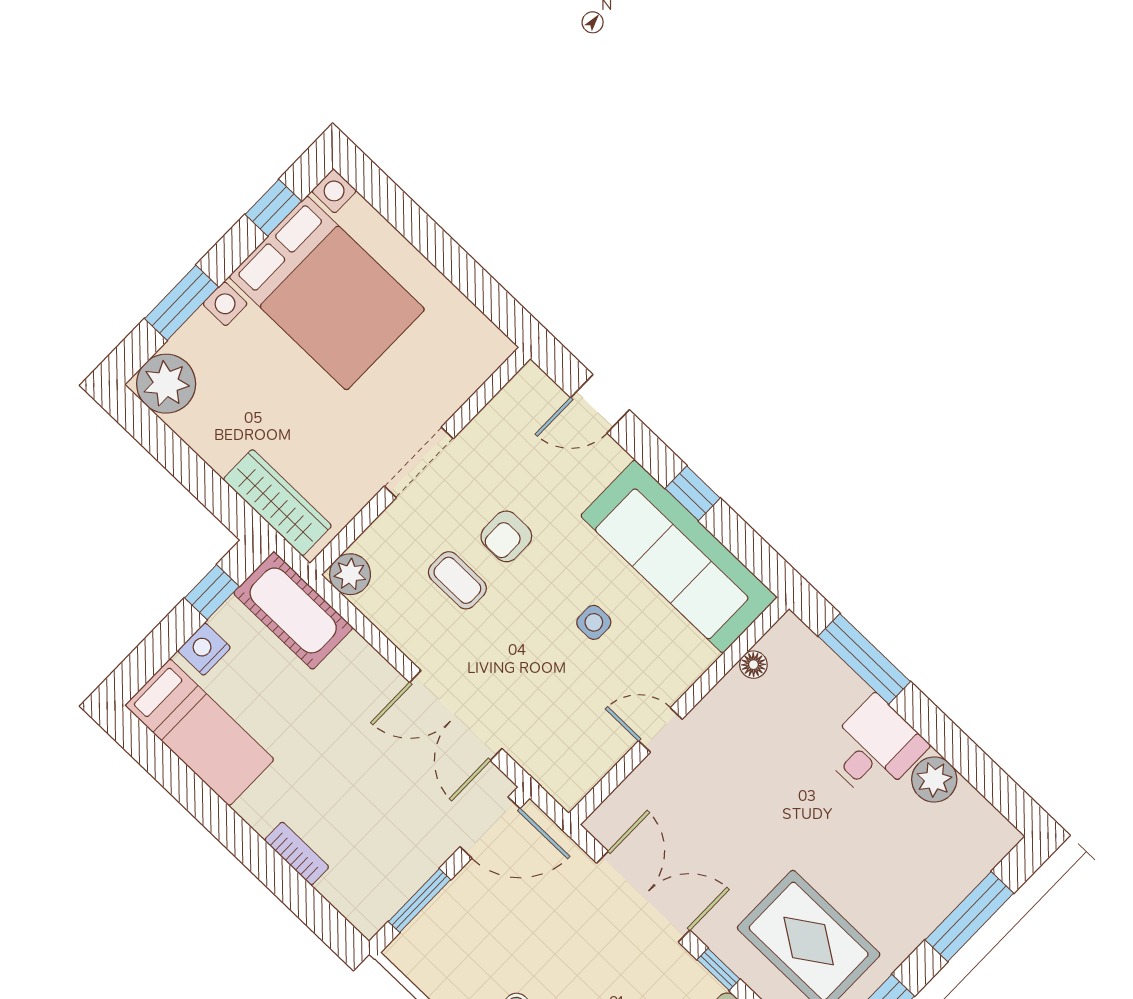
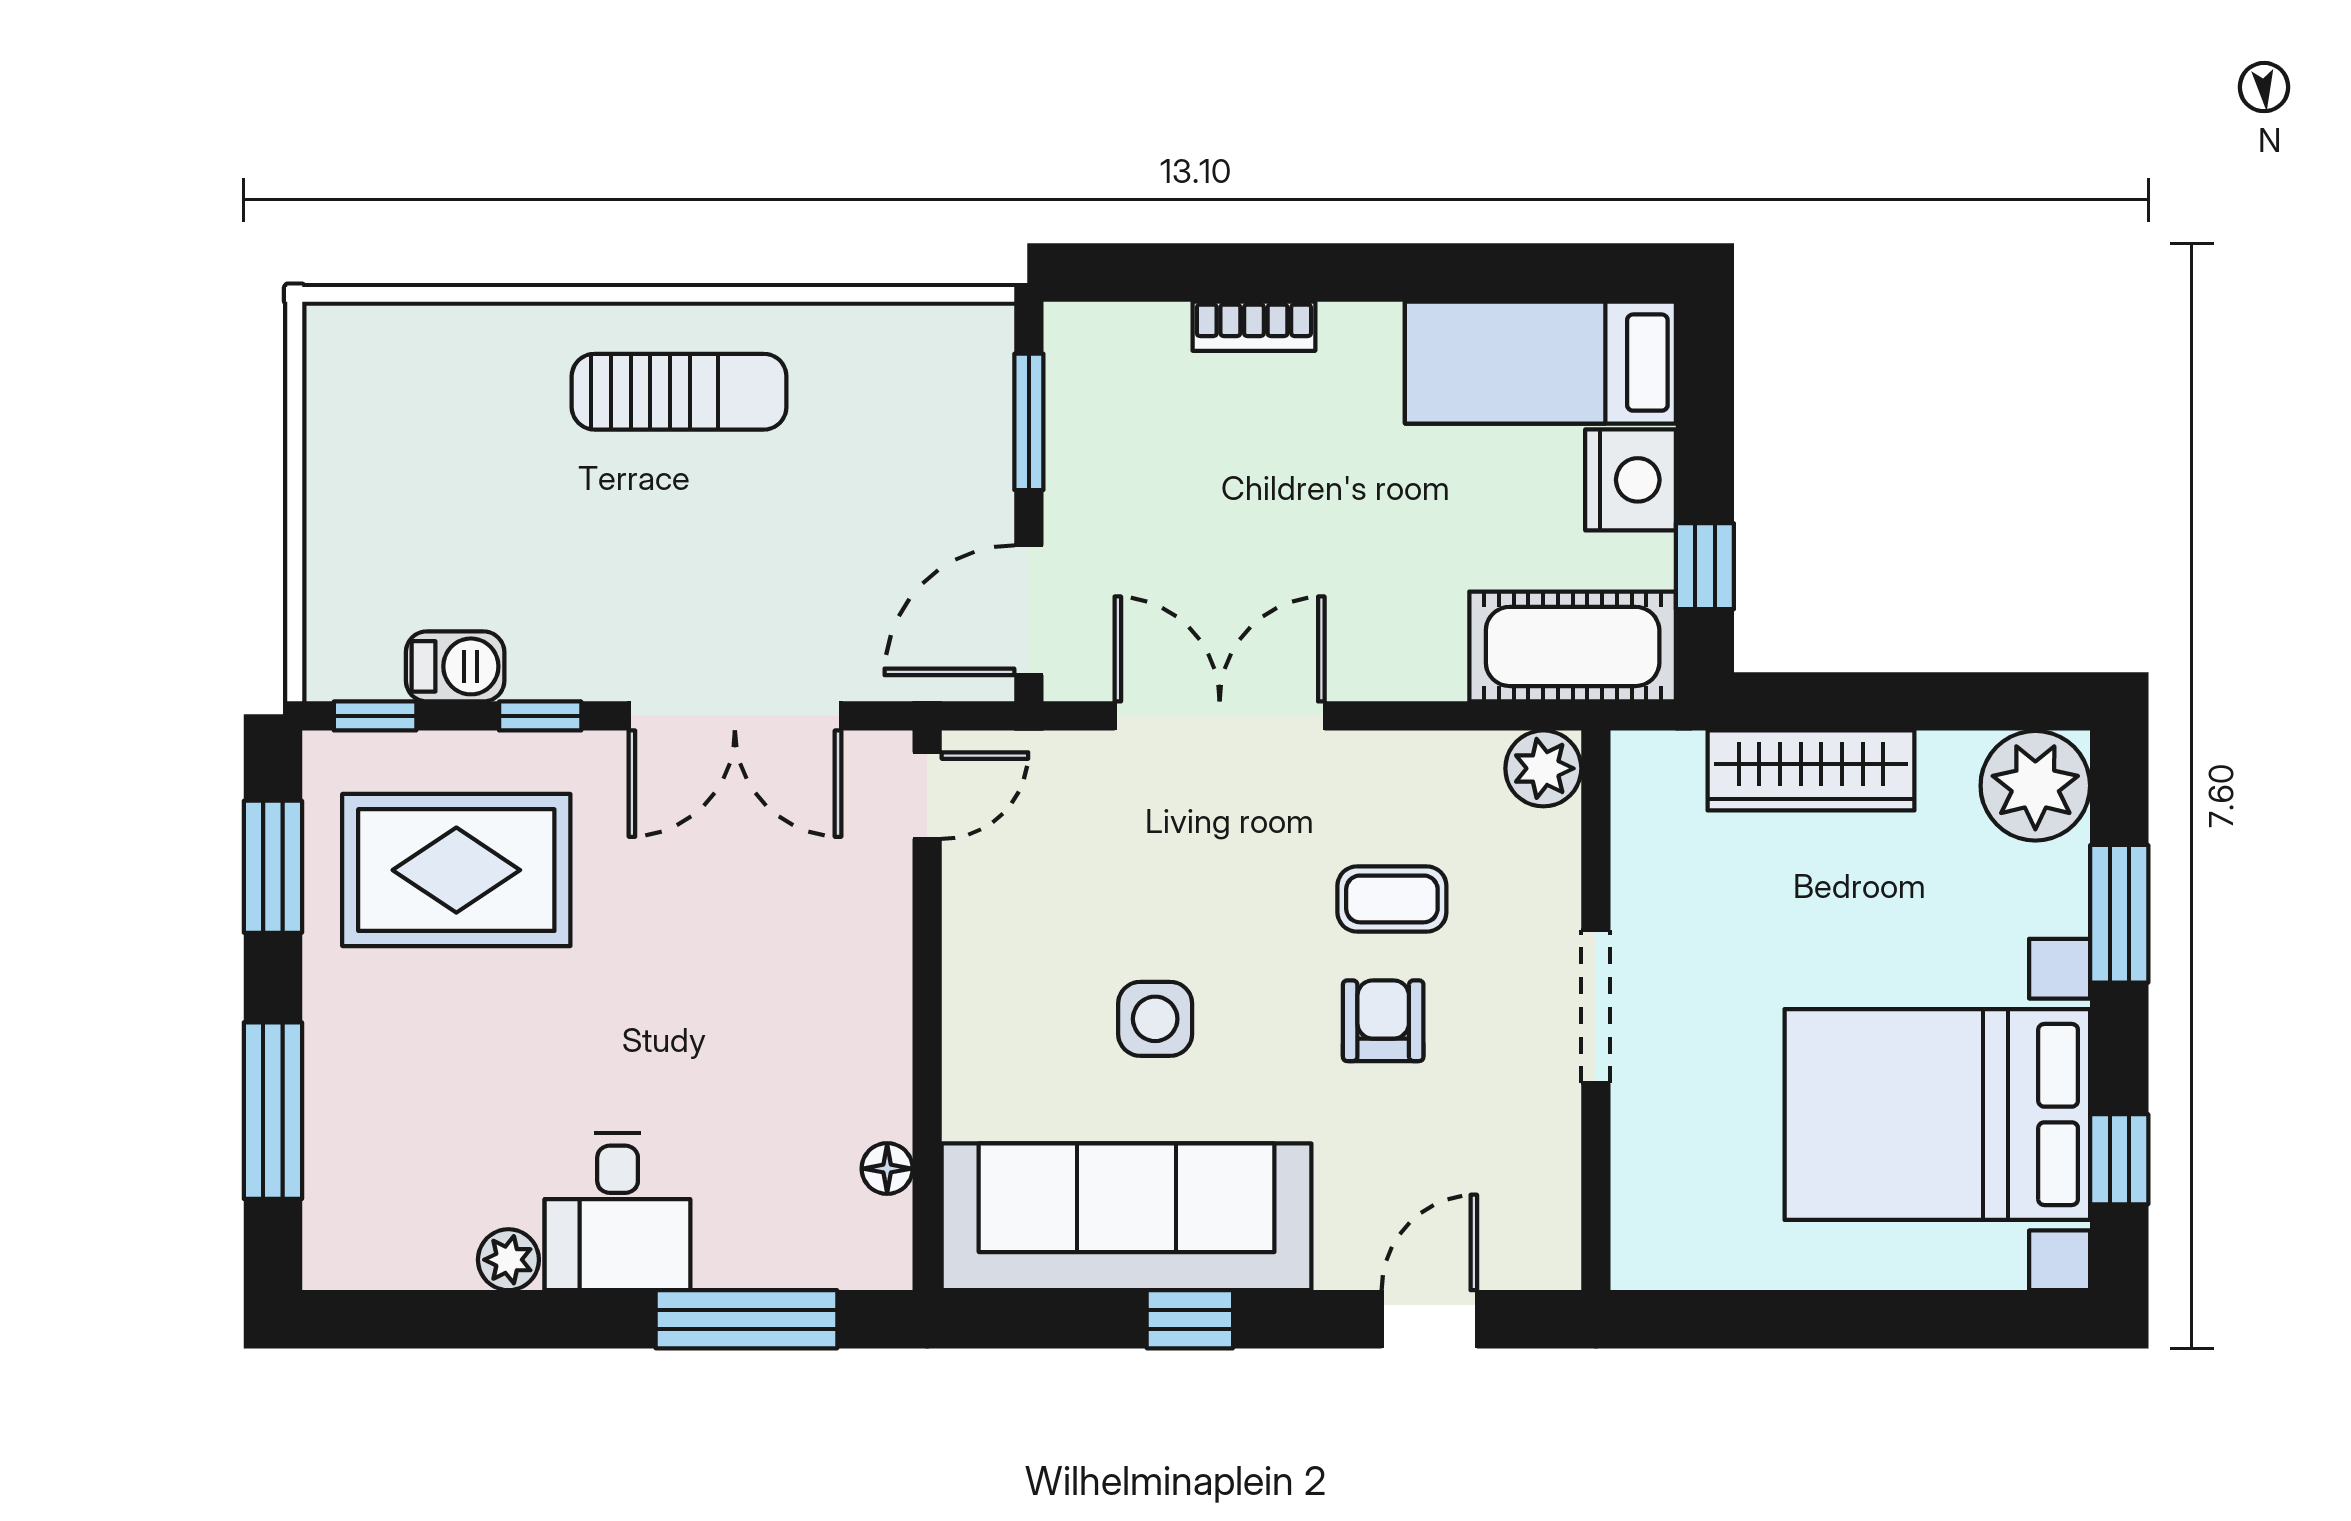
wardrobe: (277, 503) -> (1811, 770), moved
side table: (594, 622) -> (1155, 1019), width x1.37, depth x1.37
nightstand: (204, 649) -> (1630, 480), width x1.36, depth x1.33
door: (660, 730) -> (927, 796), moved
plant: (934, 780) -> (508, 1260), width x0.73, depth x0.73

